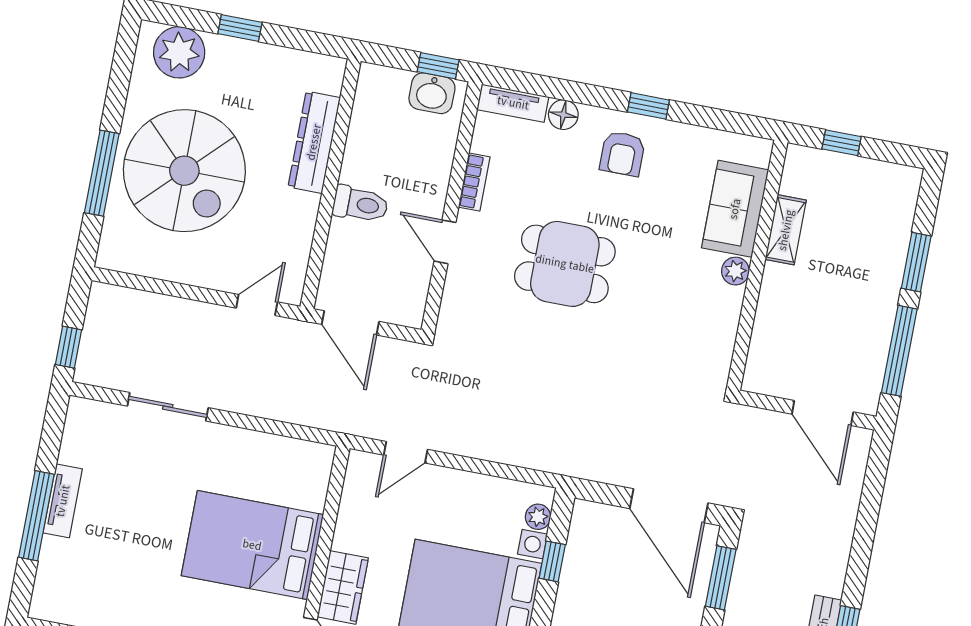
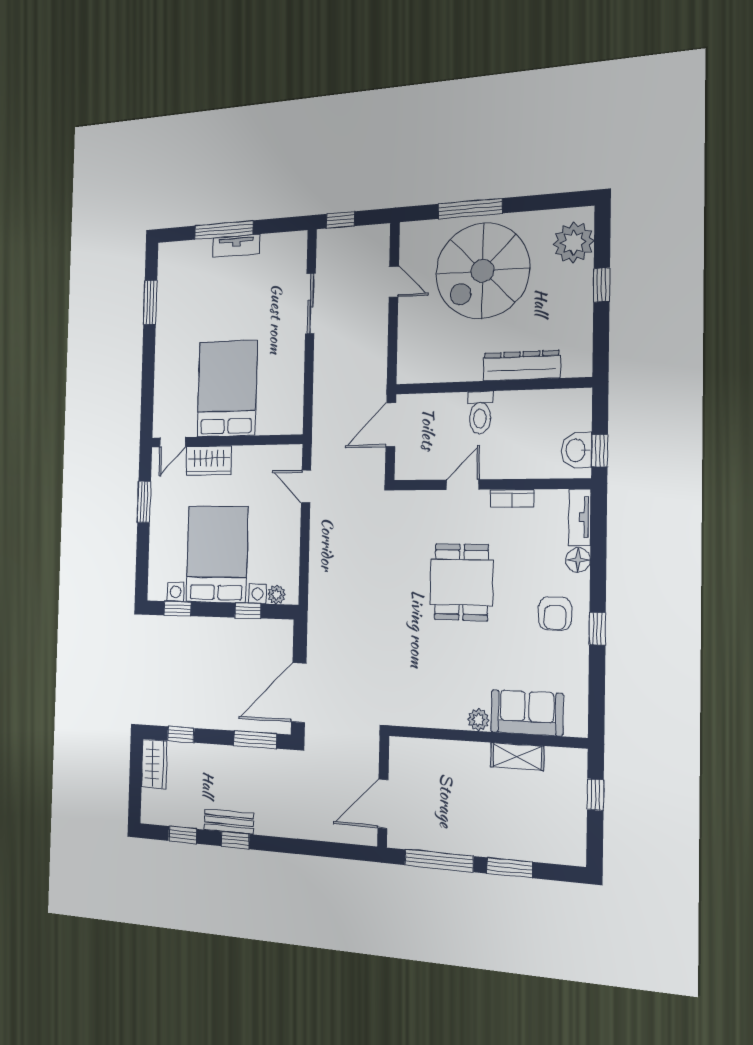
armchair: (622, 154) -> (555, 614), turned -90
door: (257, 305) -> (394, 282), moved

